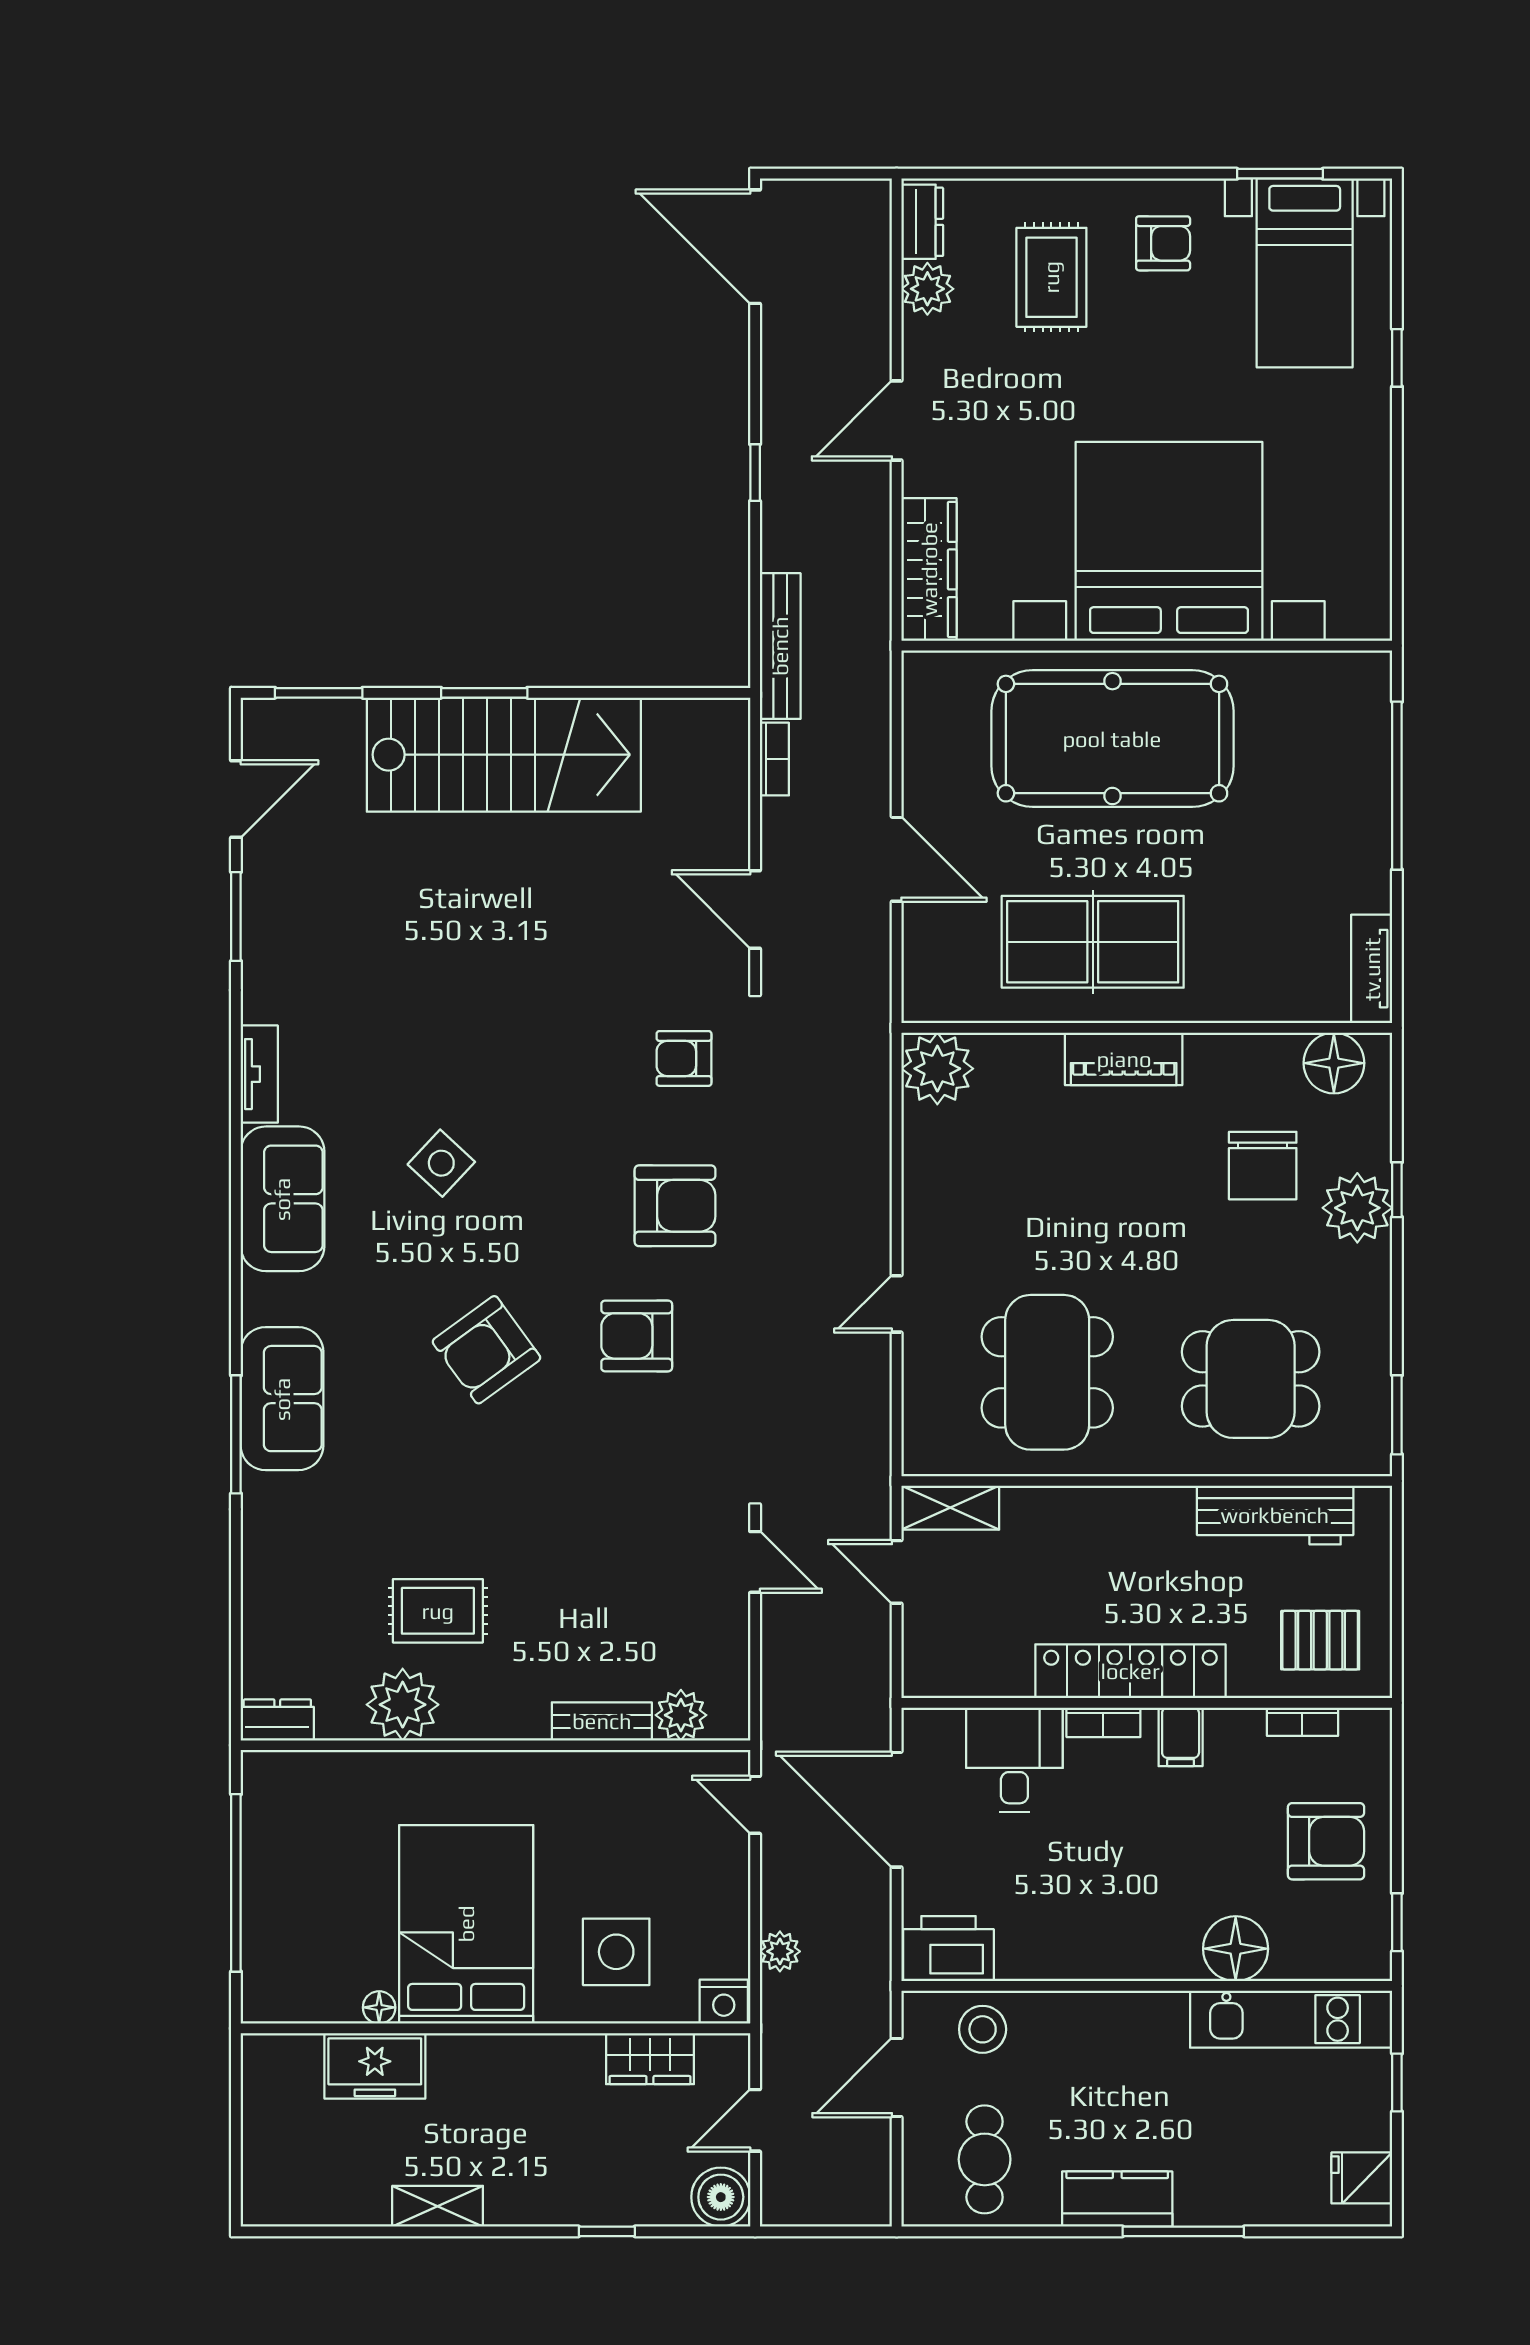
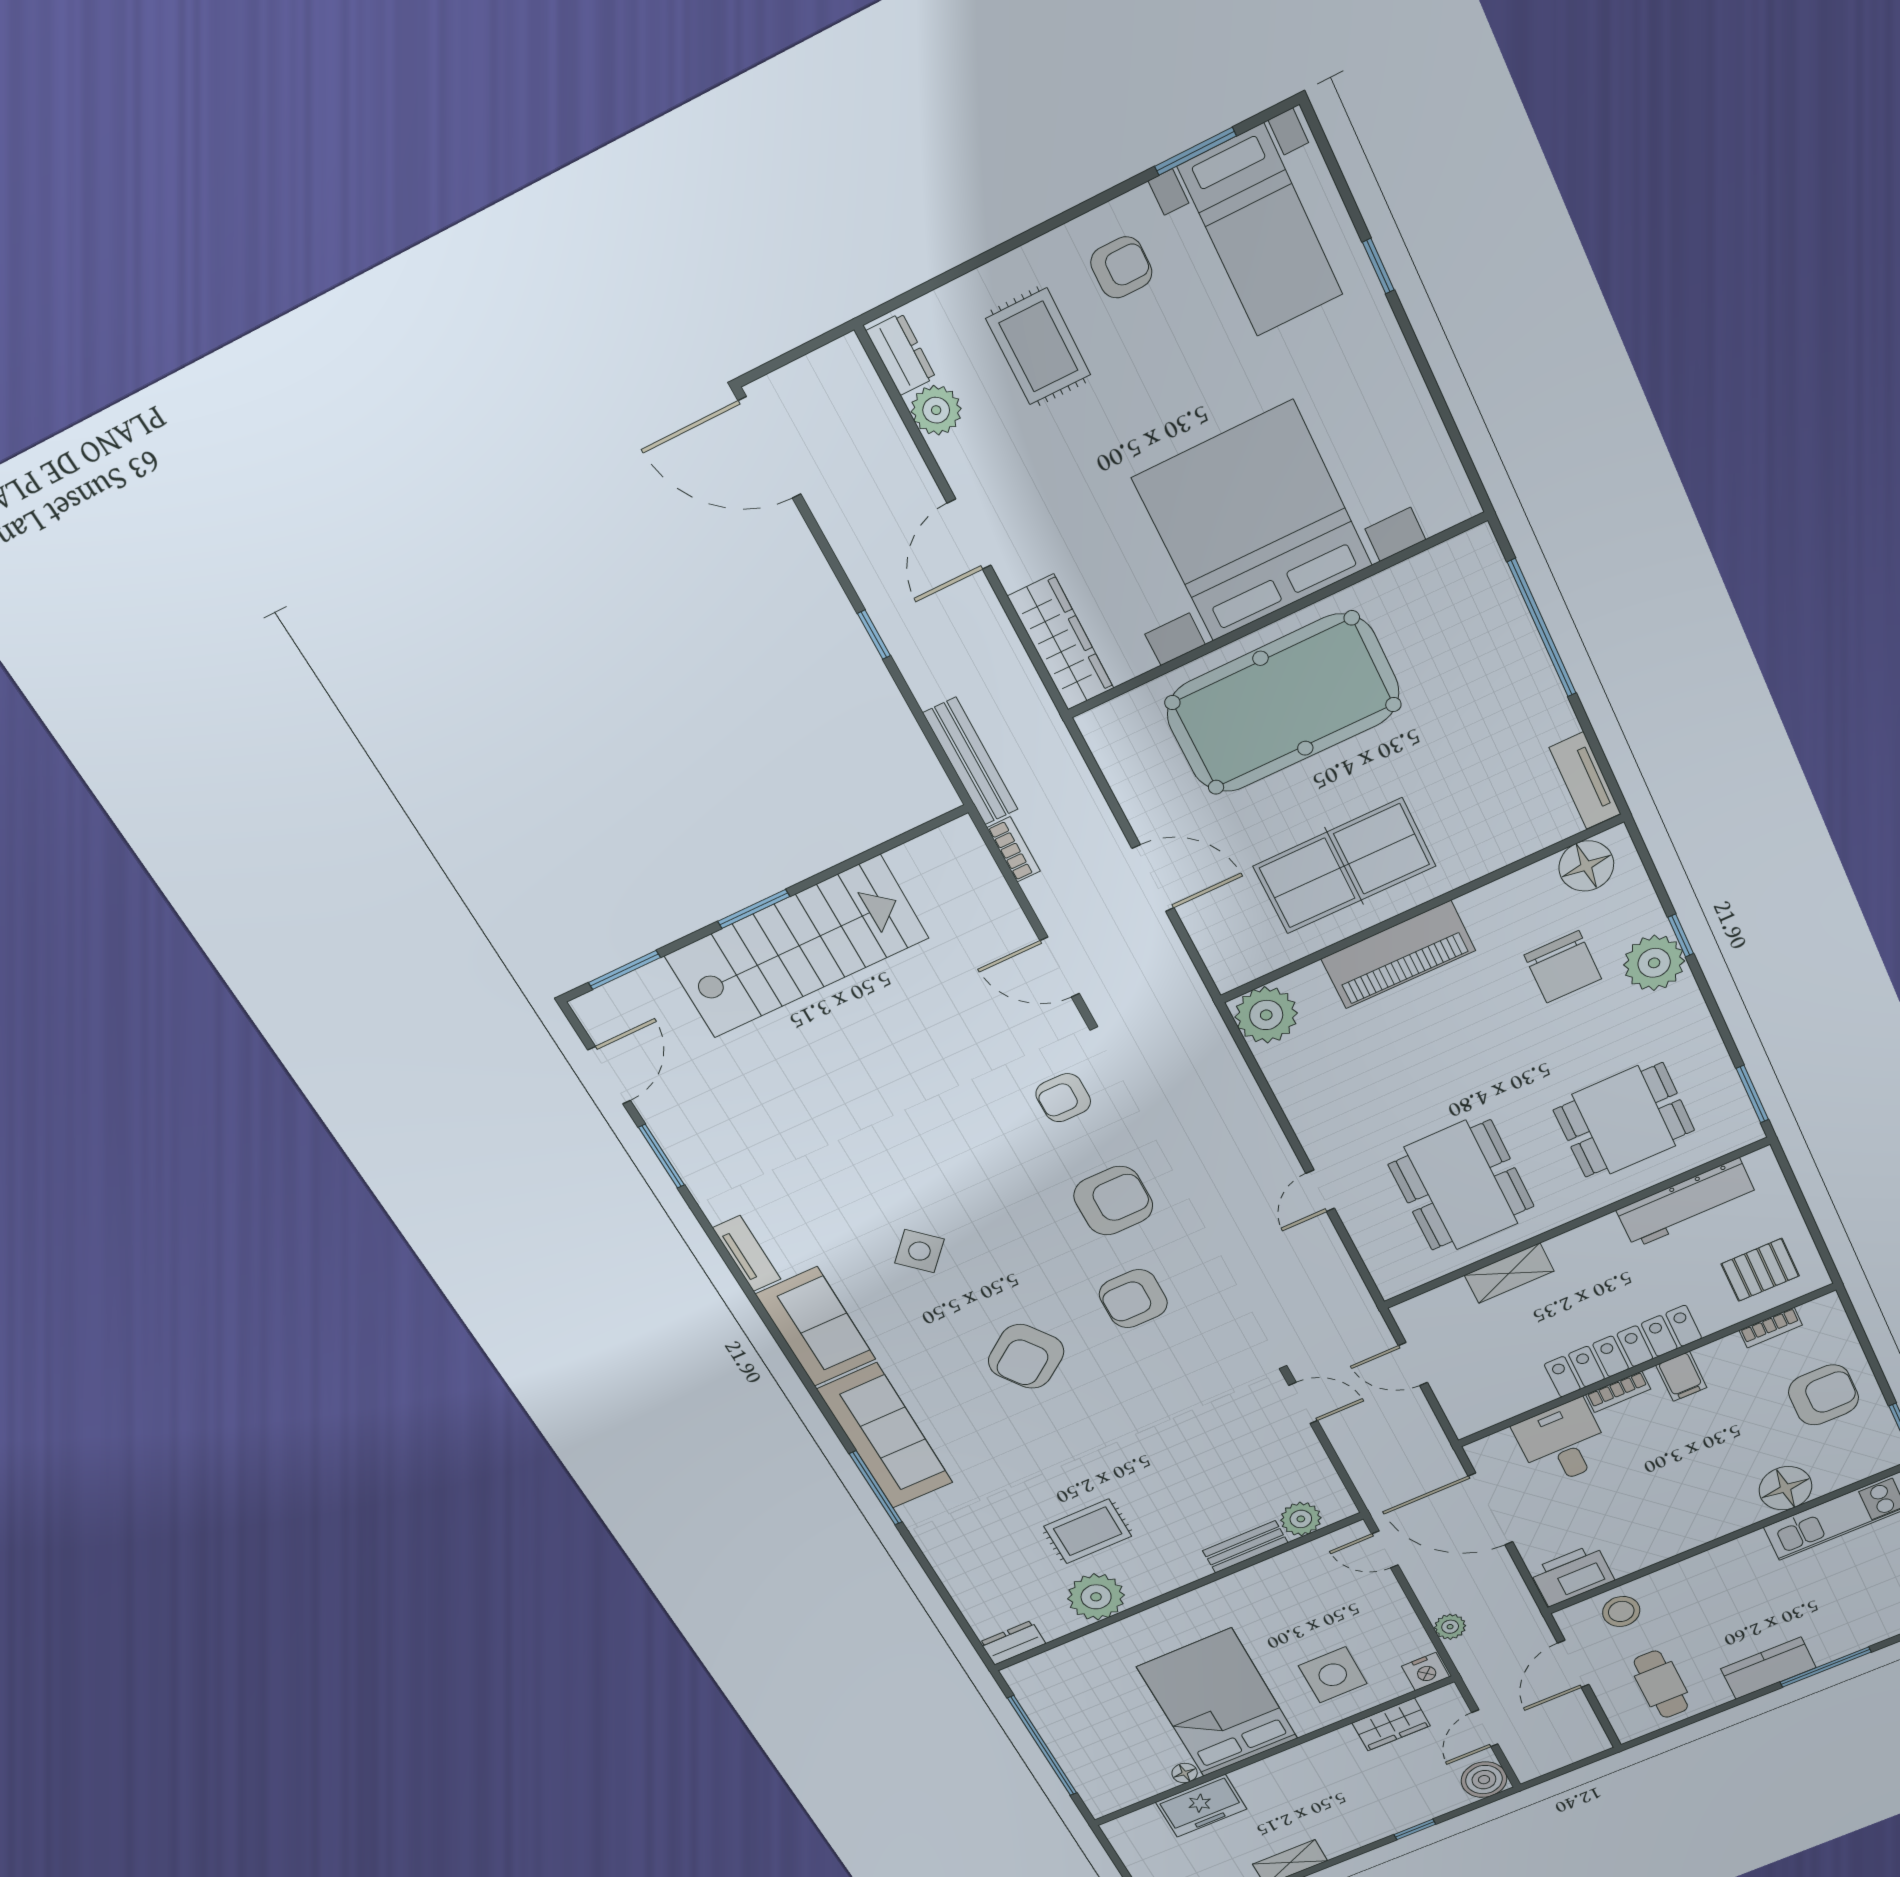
piano: (1124, 1059) -> (1398, 955), width x1.37, depth x1.33
sofa: (282, 1399) -> (885, 1436), width x1.36
shelving: (950, 1508) -> (1509, 1273), moved

